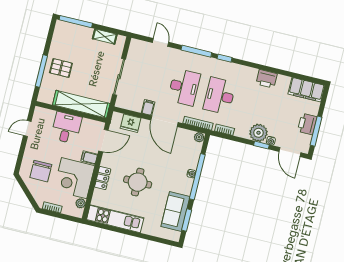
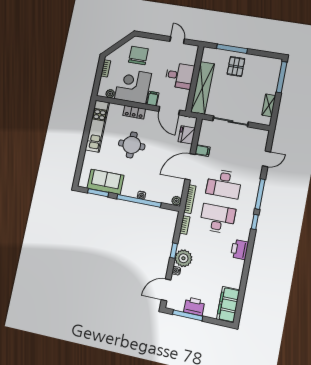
printer: (267, 79) -> (240, 250), moved
window: (261, 145) -> (174, 251), moved
chair: (41, 171) -> (138, 55), turned 90

